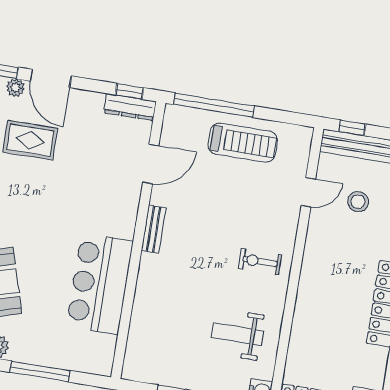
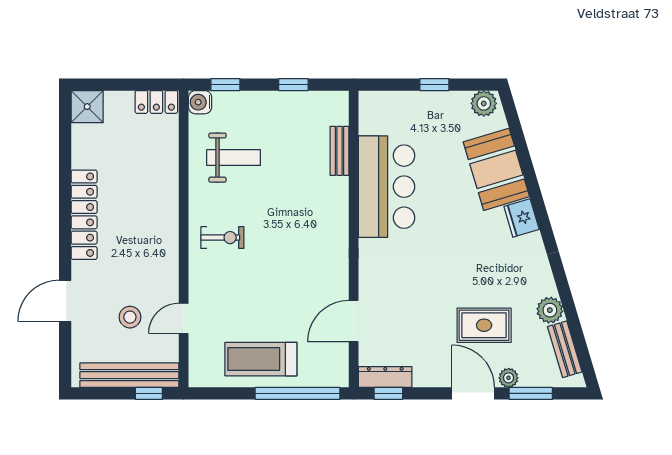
bench: (154, 229) -> (340, 151), moved
window: (40, 371) -> (434, 85), width x0.46

